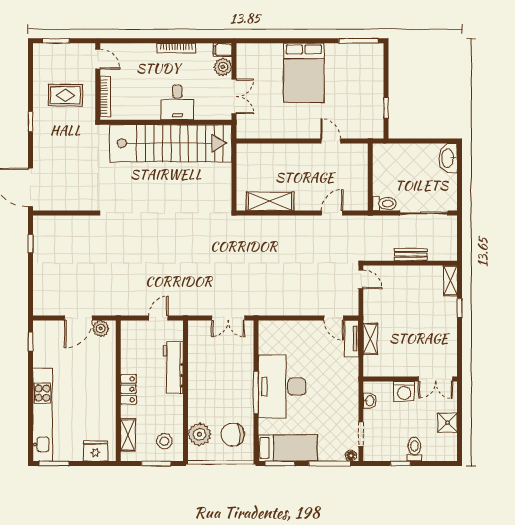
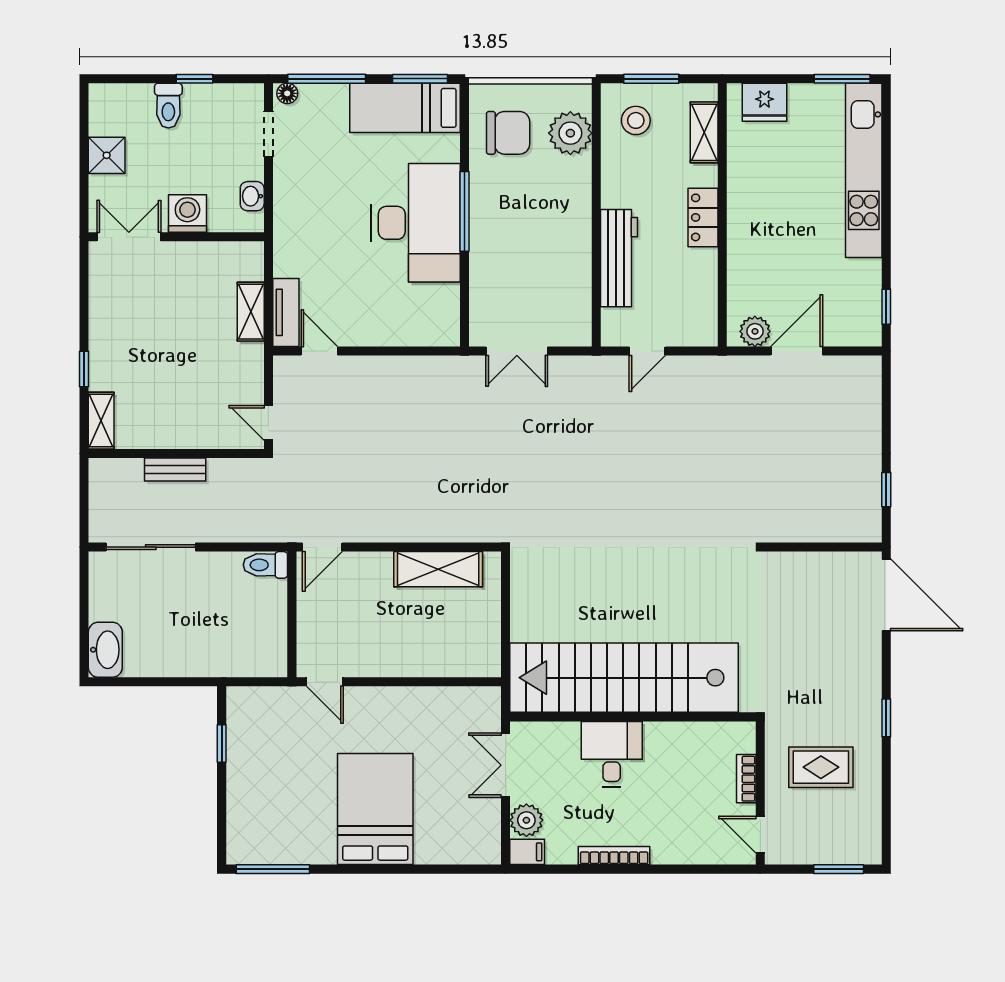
bookcase: (105, 96) -> (746, 779), width x0.64
wall: (370, 177) -> (292, 614), moved
toilet: (384, 203) -> (265, 565), moved
double door: (228, 318) -> (517, 351), swing flipped

